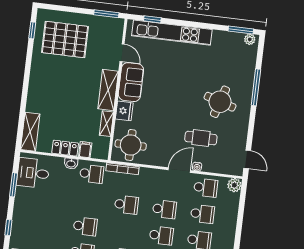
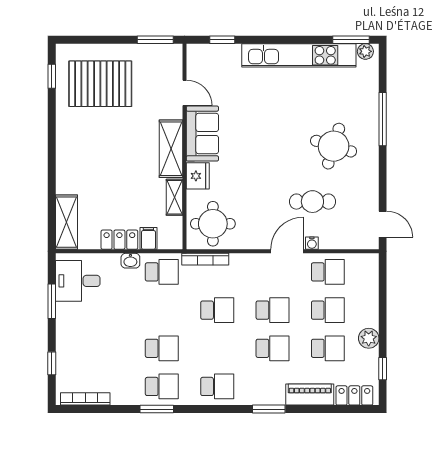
kitchen unit: (172, 33) -> (299, 55), moved
plant: (234, 185) -> (369, 338), moved

